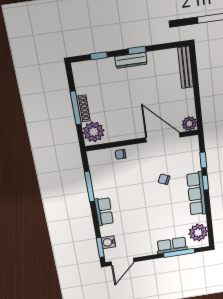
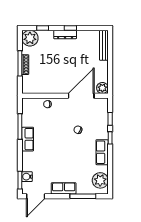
plant: (94, 132) -> (30, 38), moved
door: (163, 137) -> (81, 96), hinge flipped
row of seats: (196, 194) -> (102, 152), width x0.68
row of seats: (104, 211) -> (28, 139), moved
row of seats: (172, 245) -> (64, 188), moved

